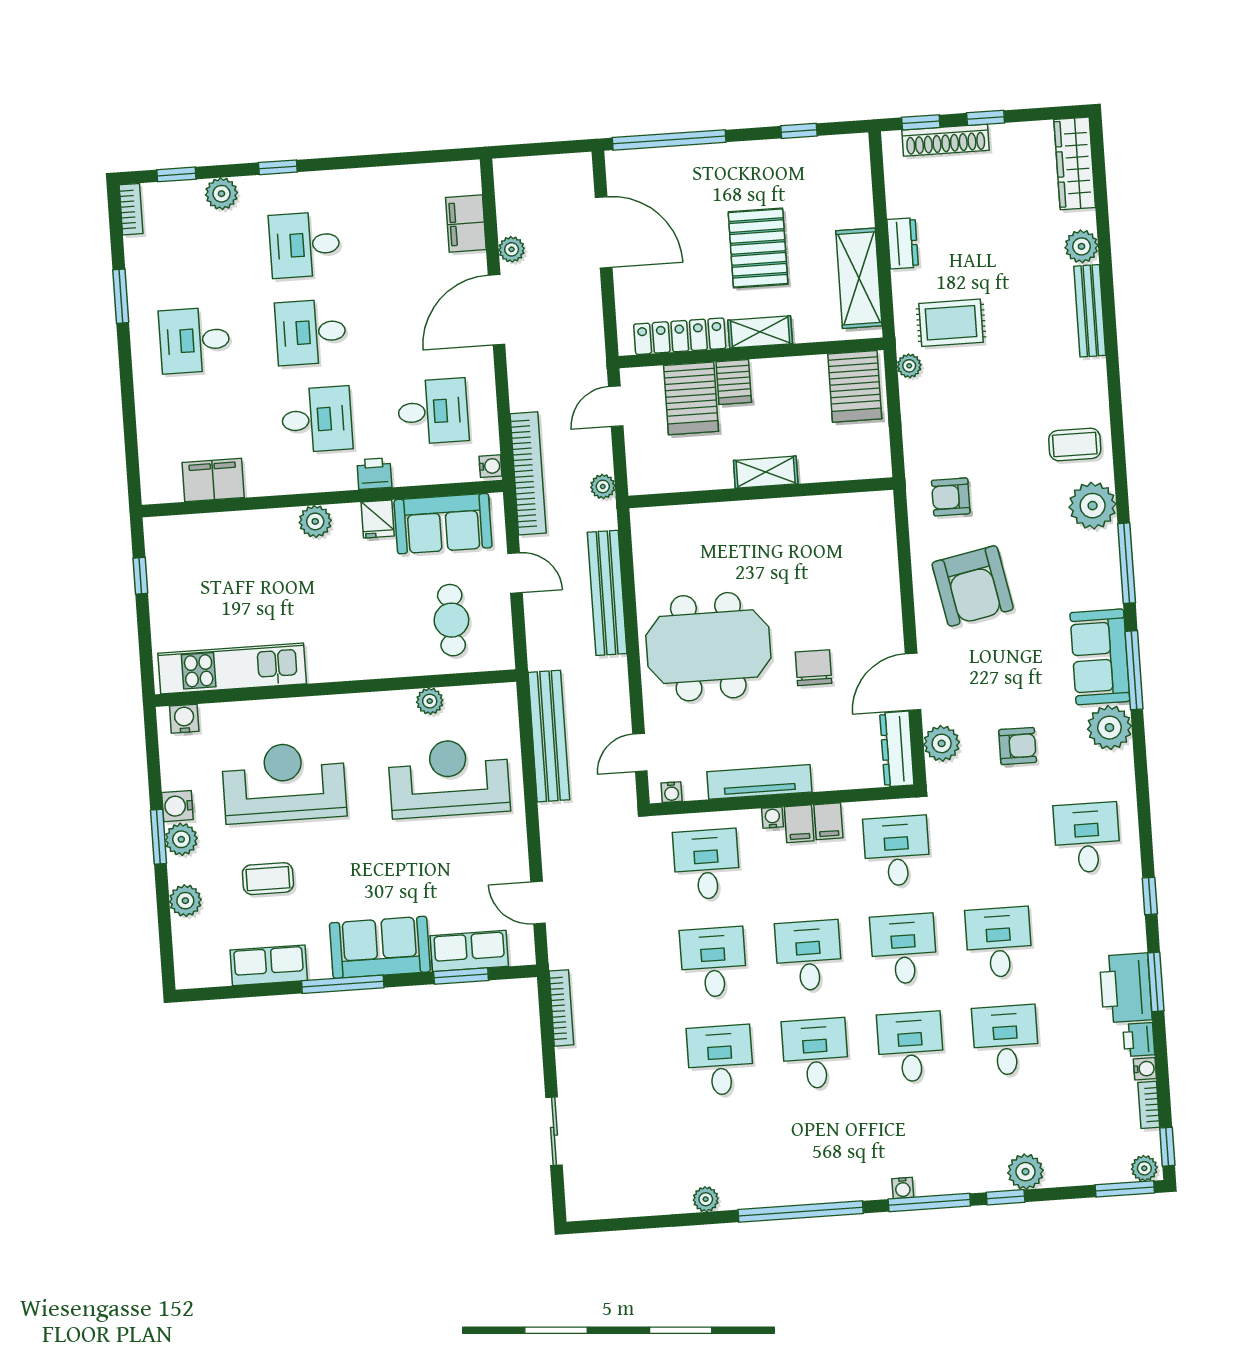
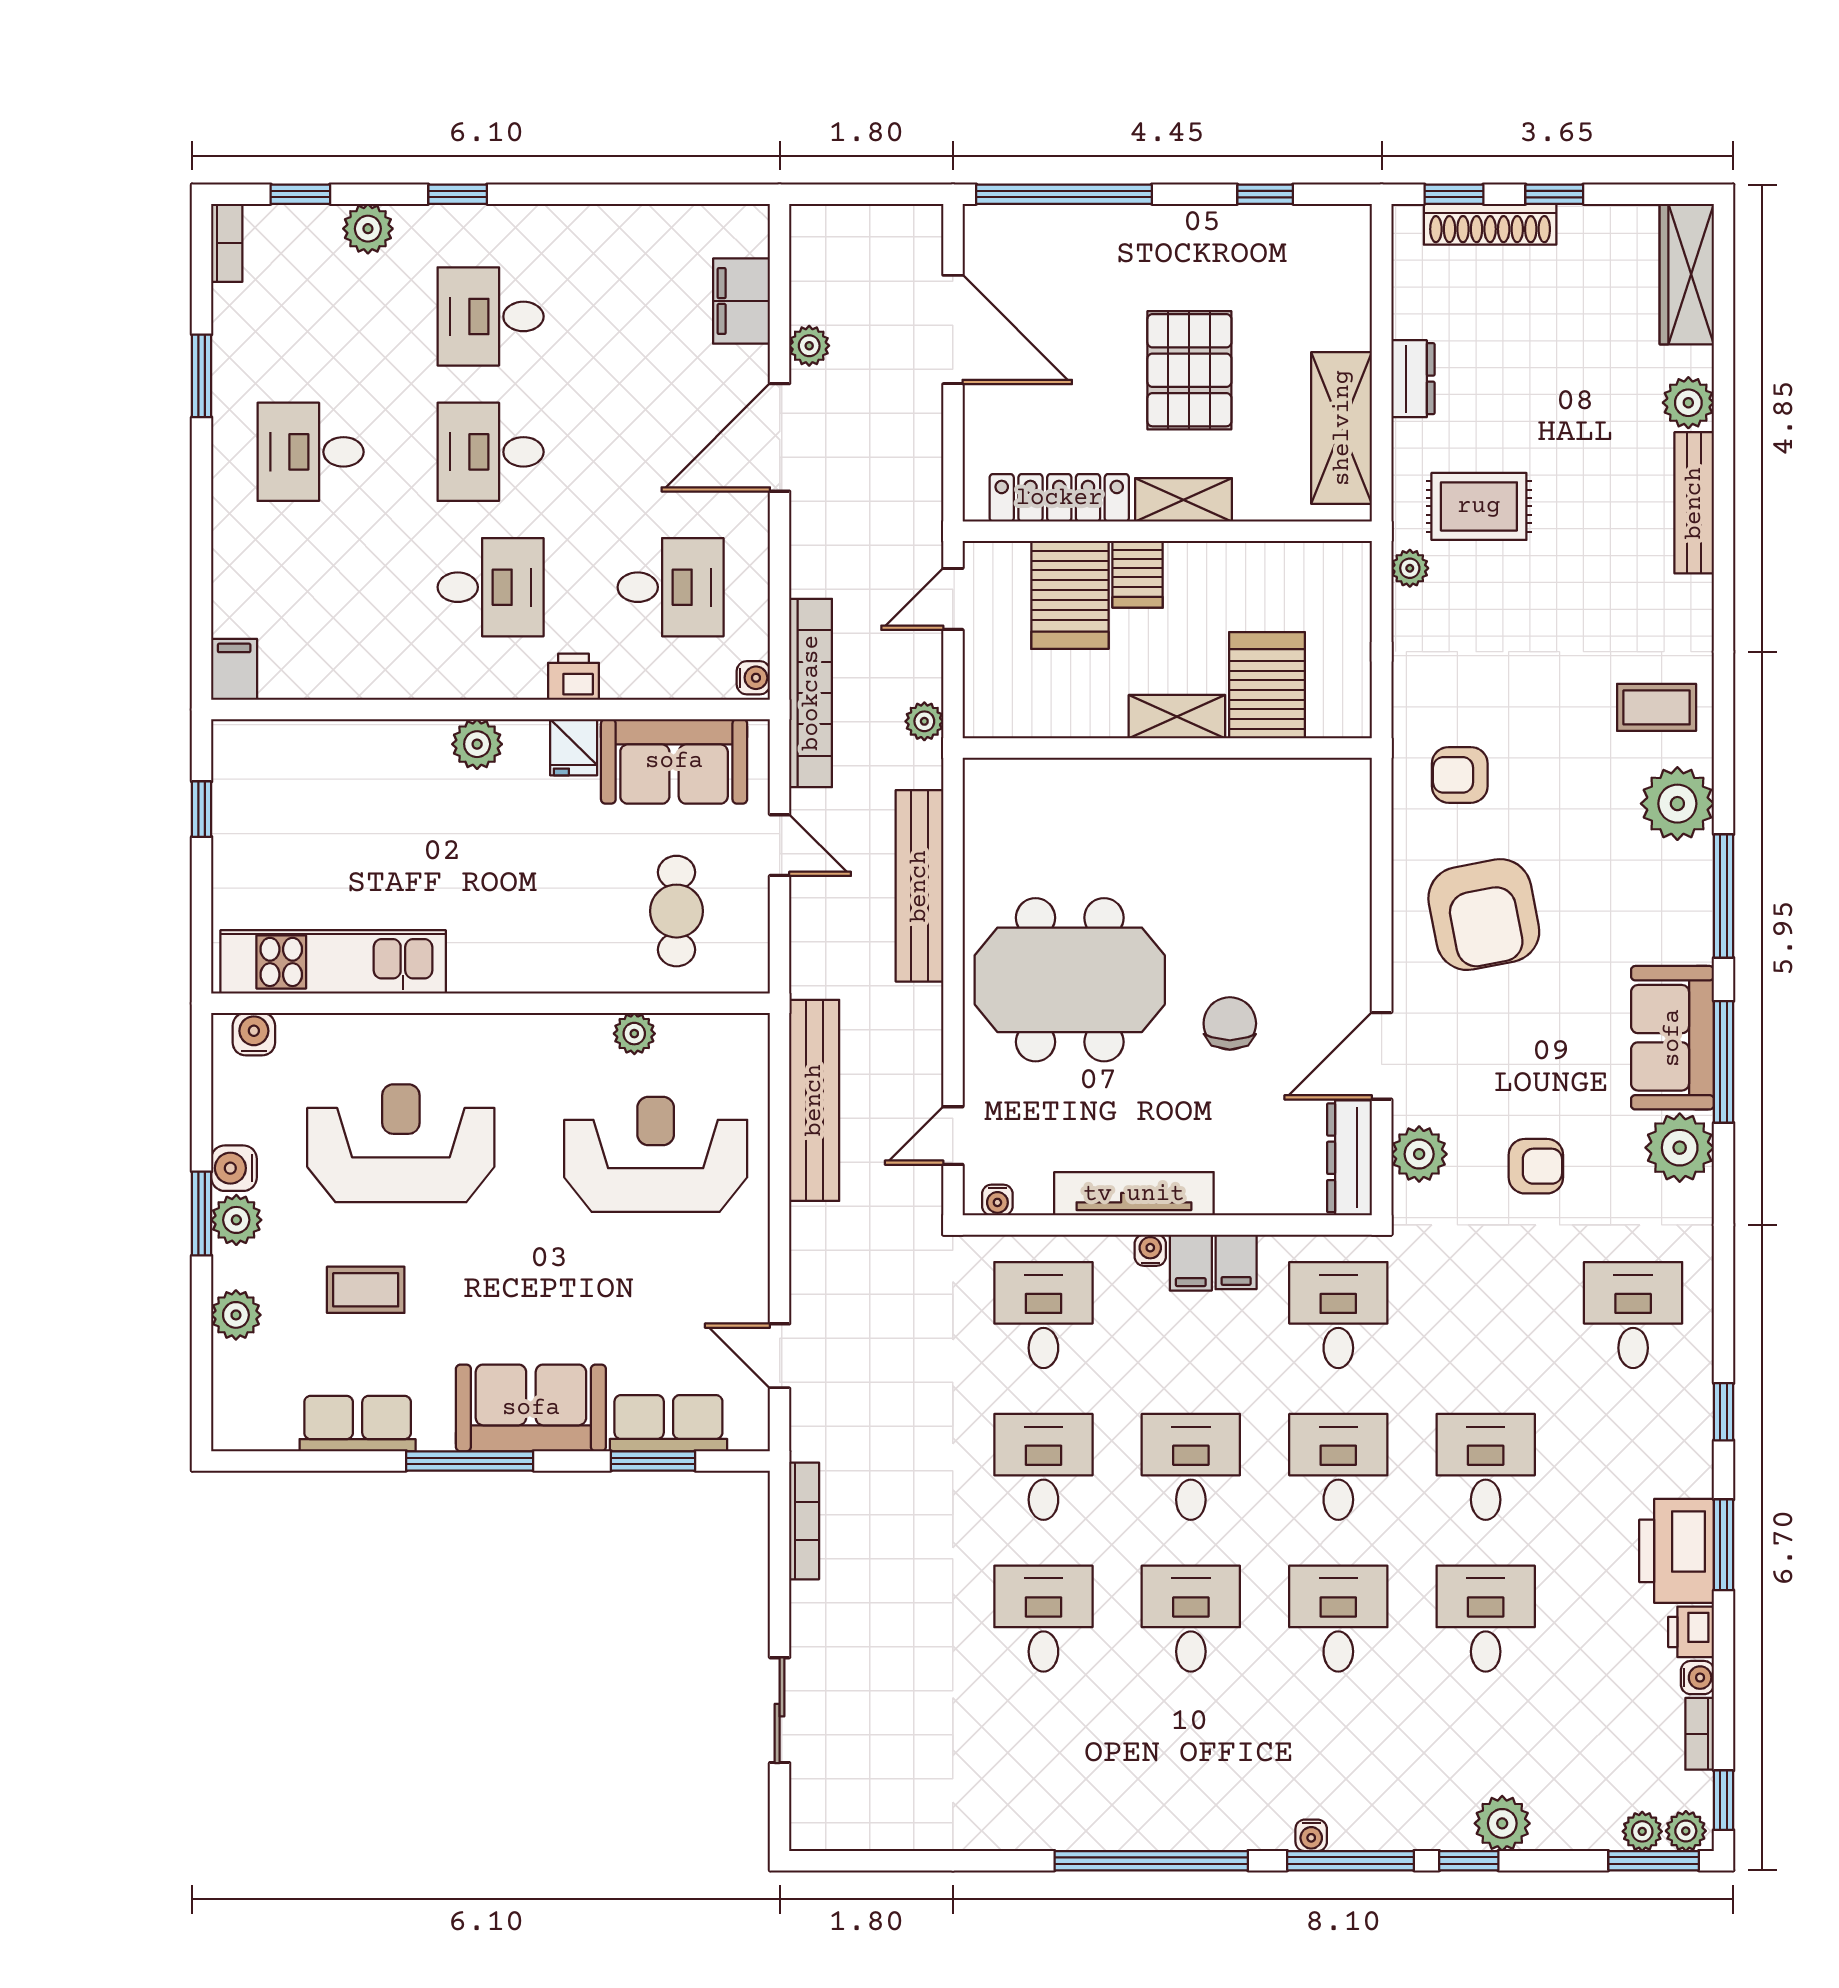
server rack: (855, 386) -> (1267, 685), moved, turned 180
filing cabinet: (213, 480) -> (234, 669), moved, width x0.50
plant: (706, 1199) -> (1642, 1831), moved

